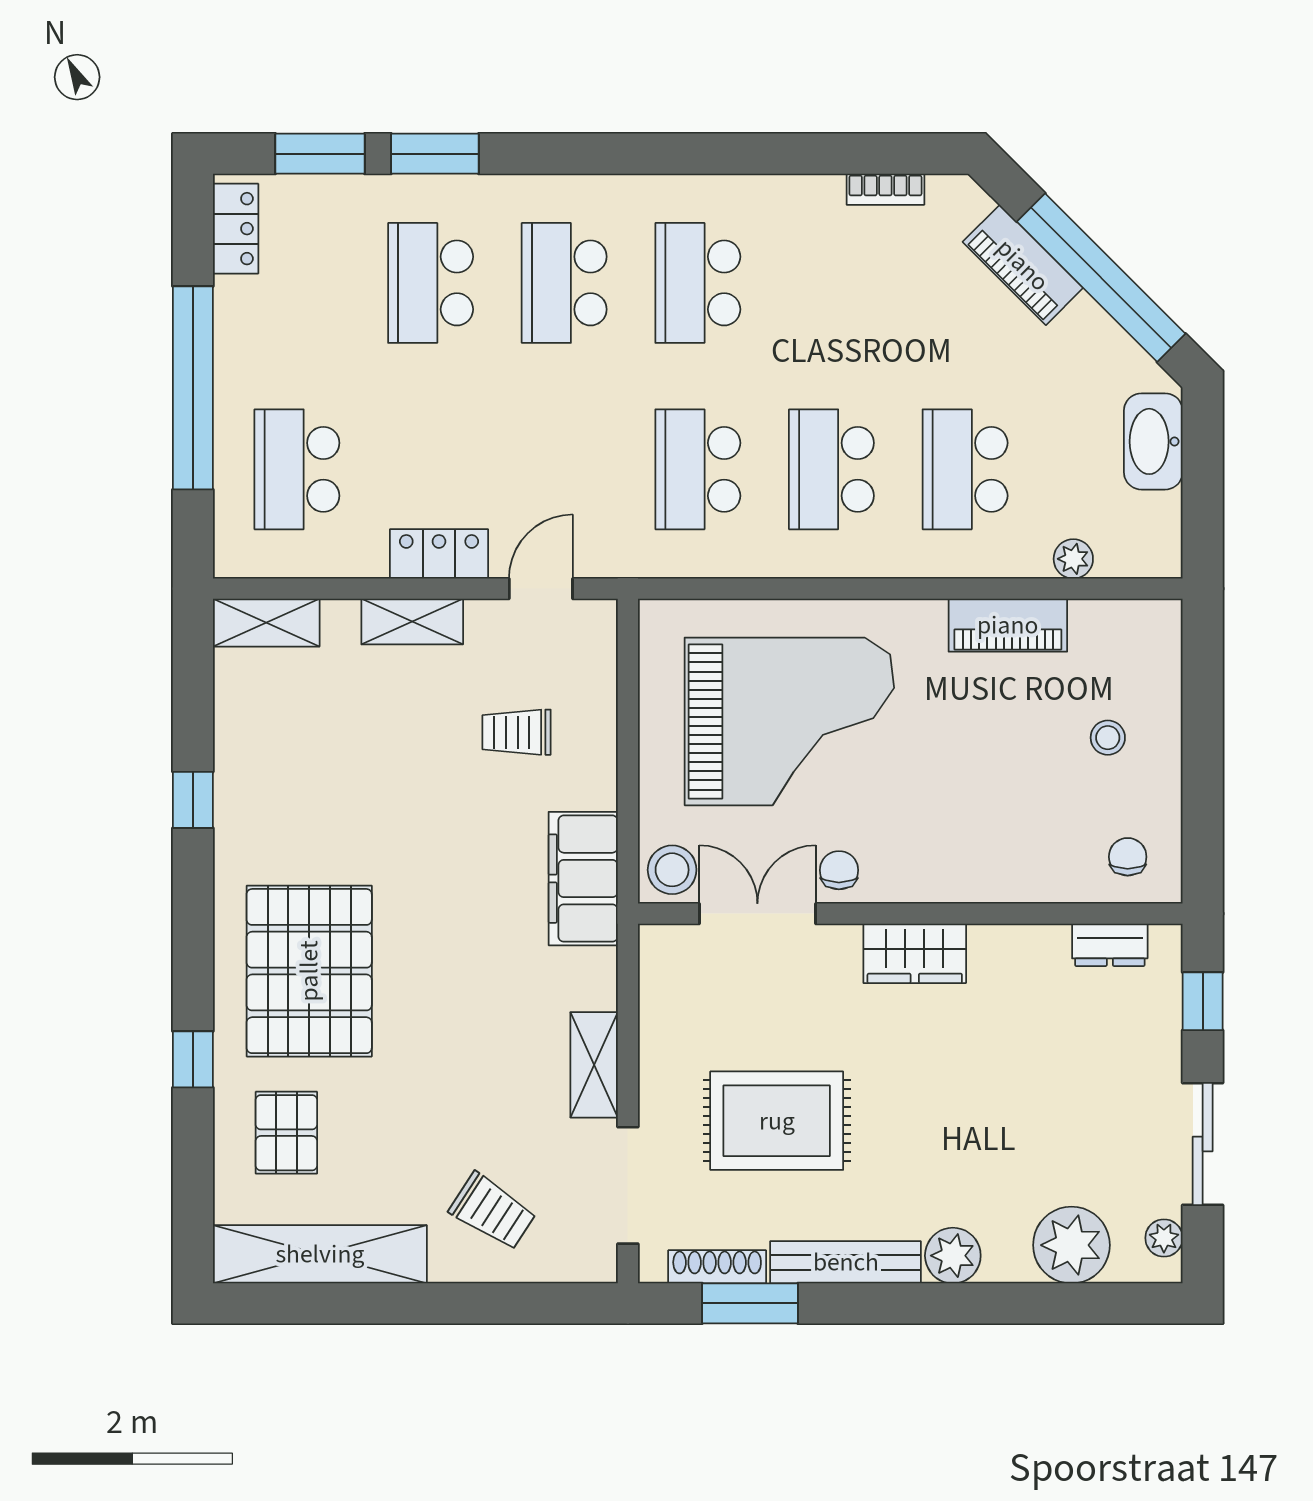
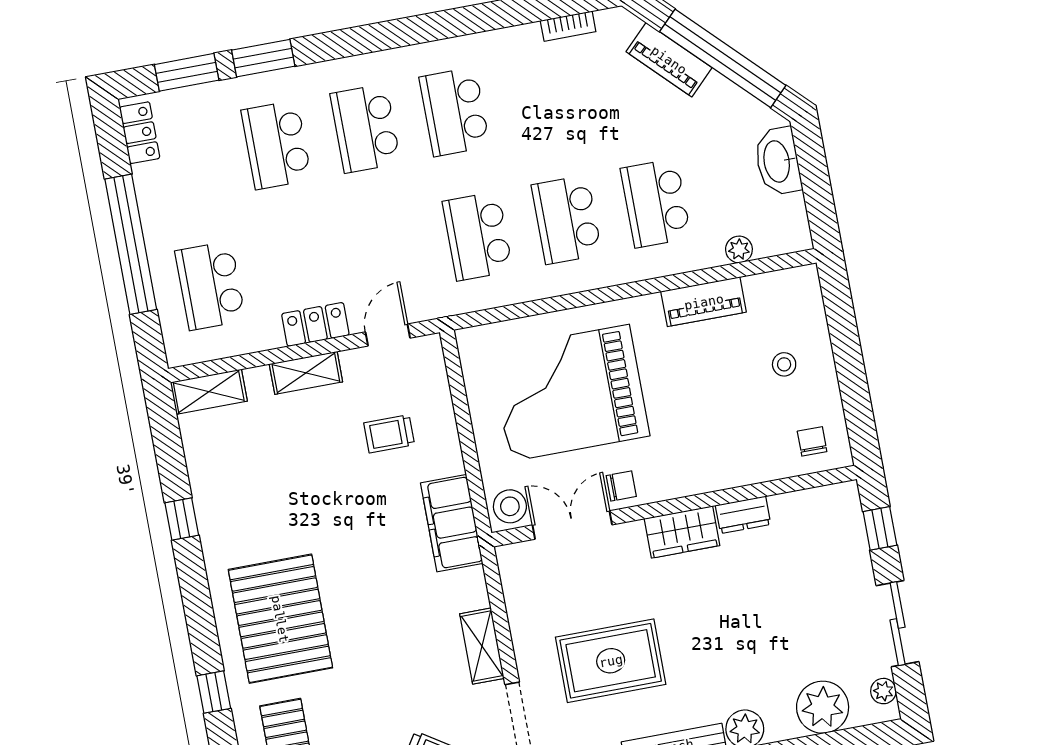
grand piano: (789, 721) -> (570, 393), turned 180
chair: (839, 870) -> (621, 486), turned 90
dresser: (1110, 945) -> (743, 515), moved

